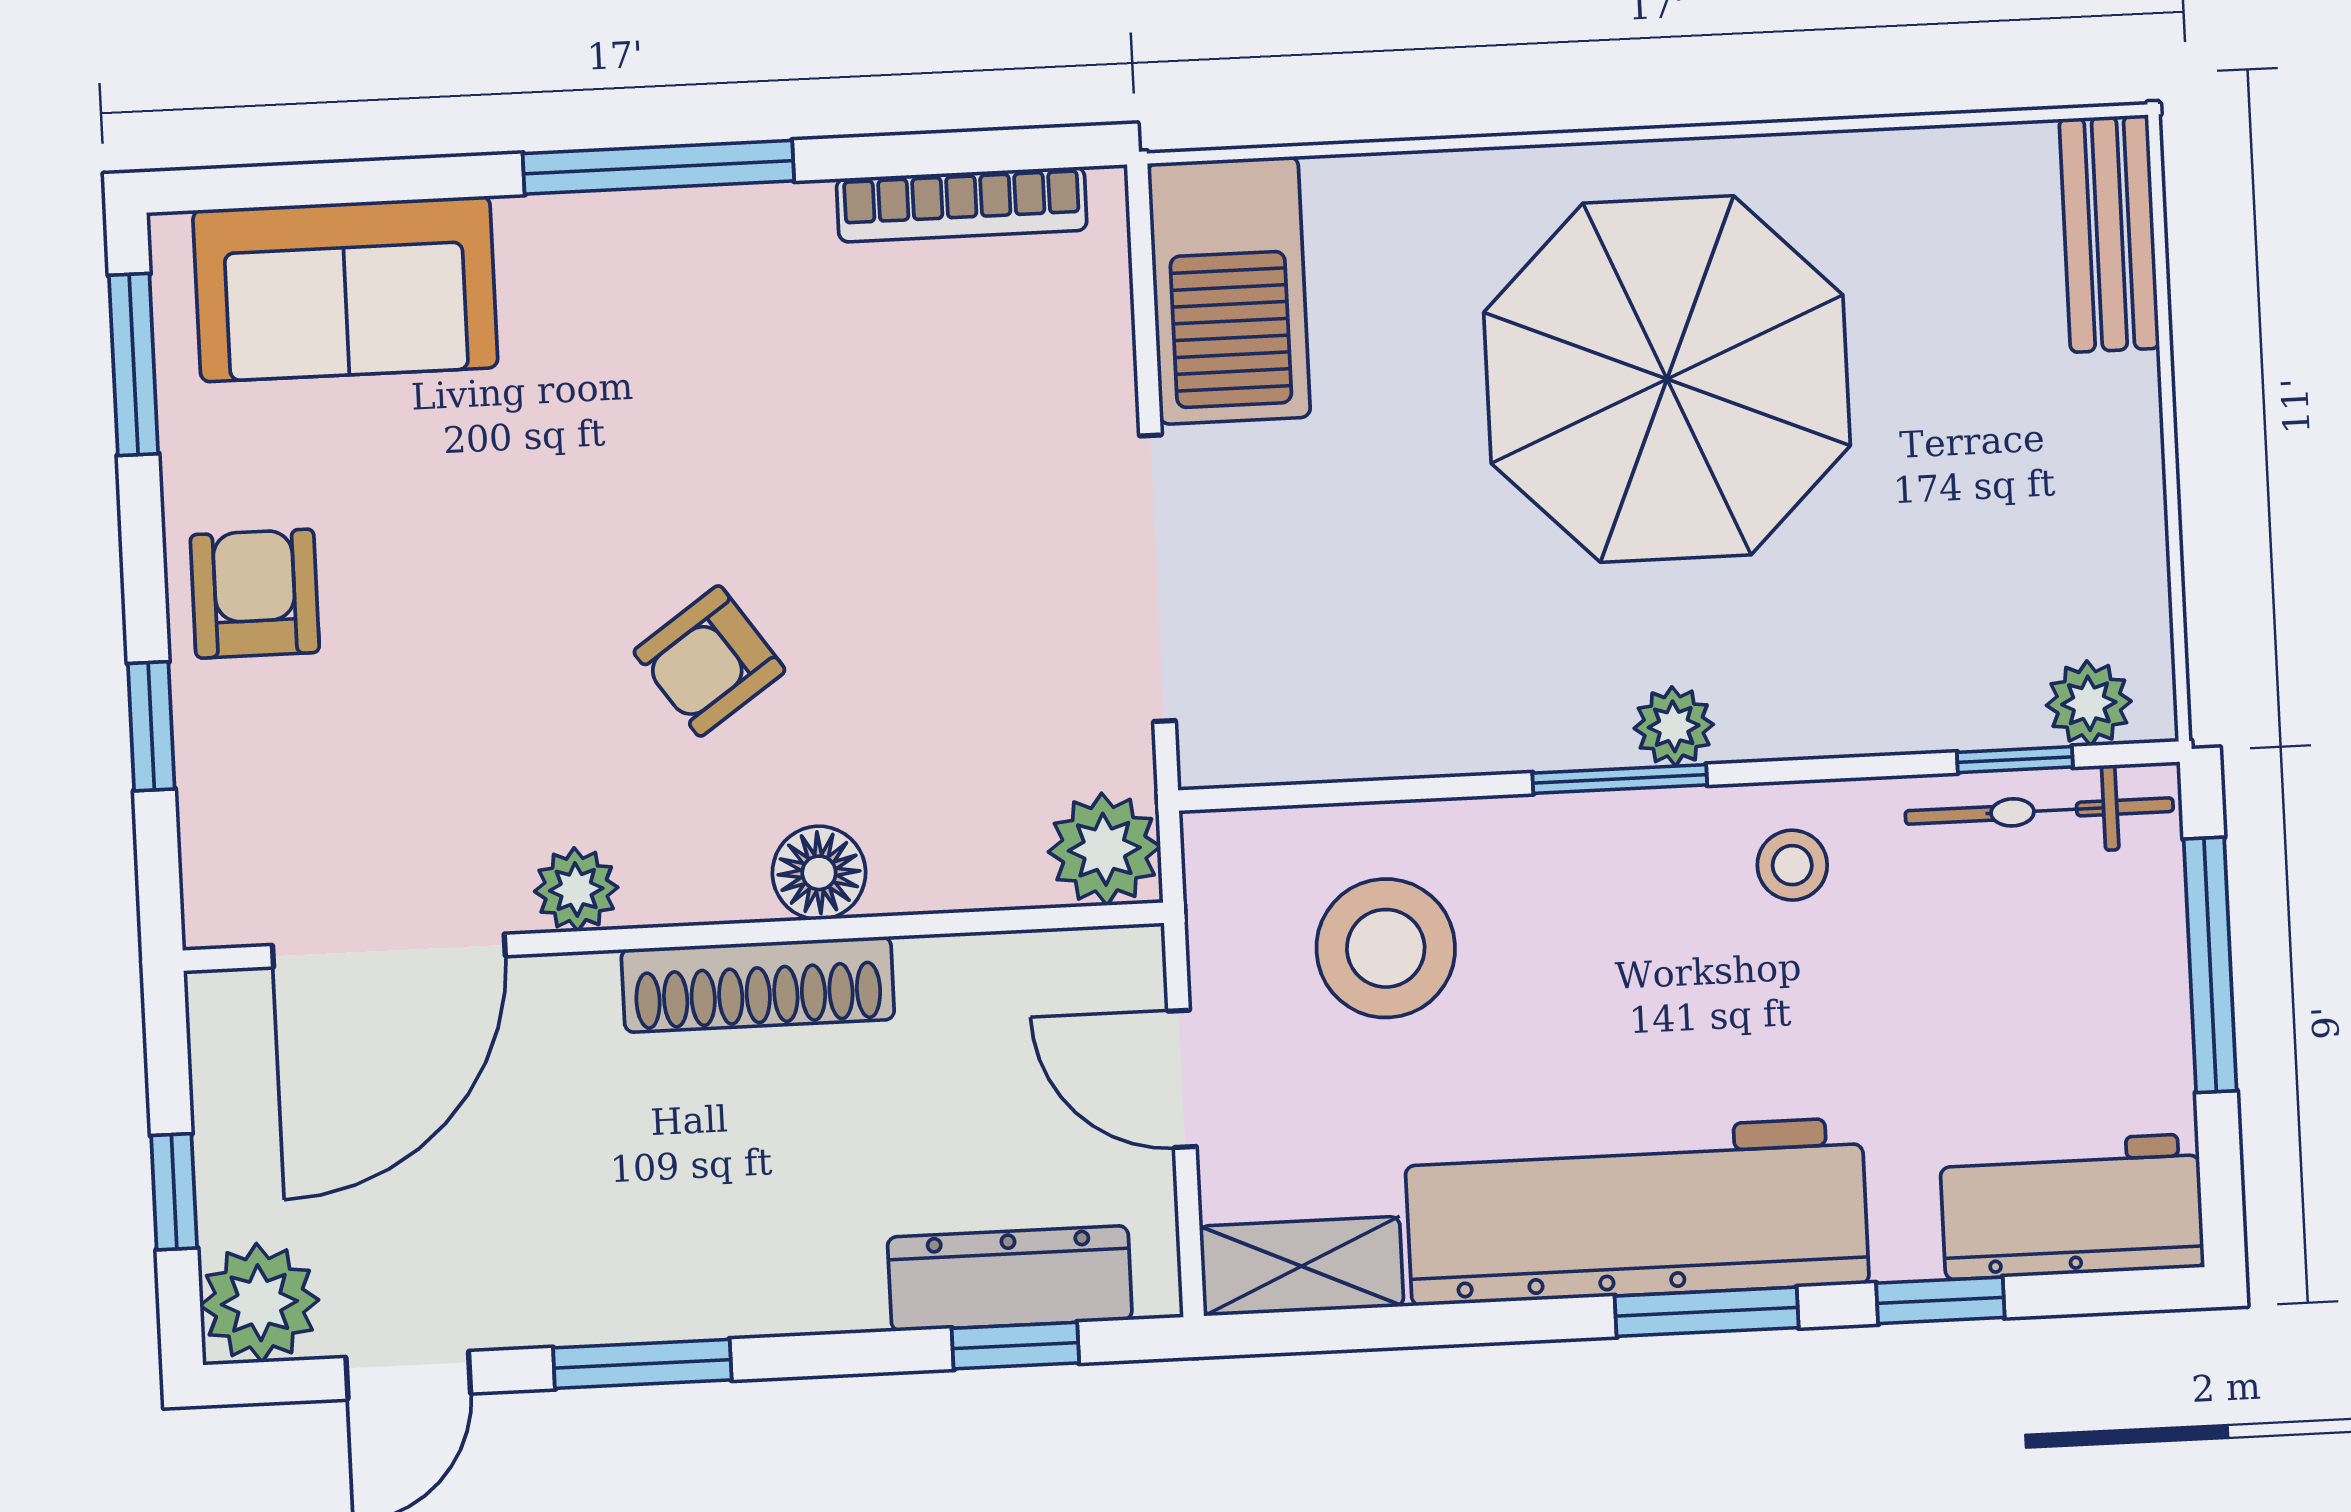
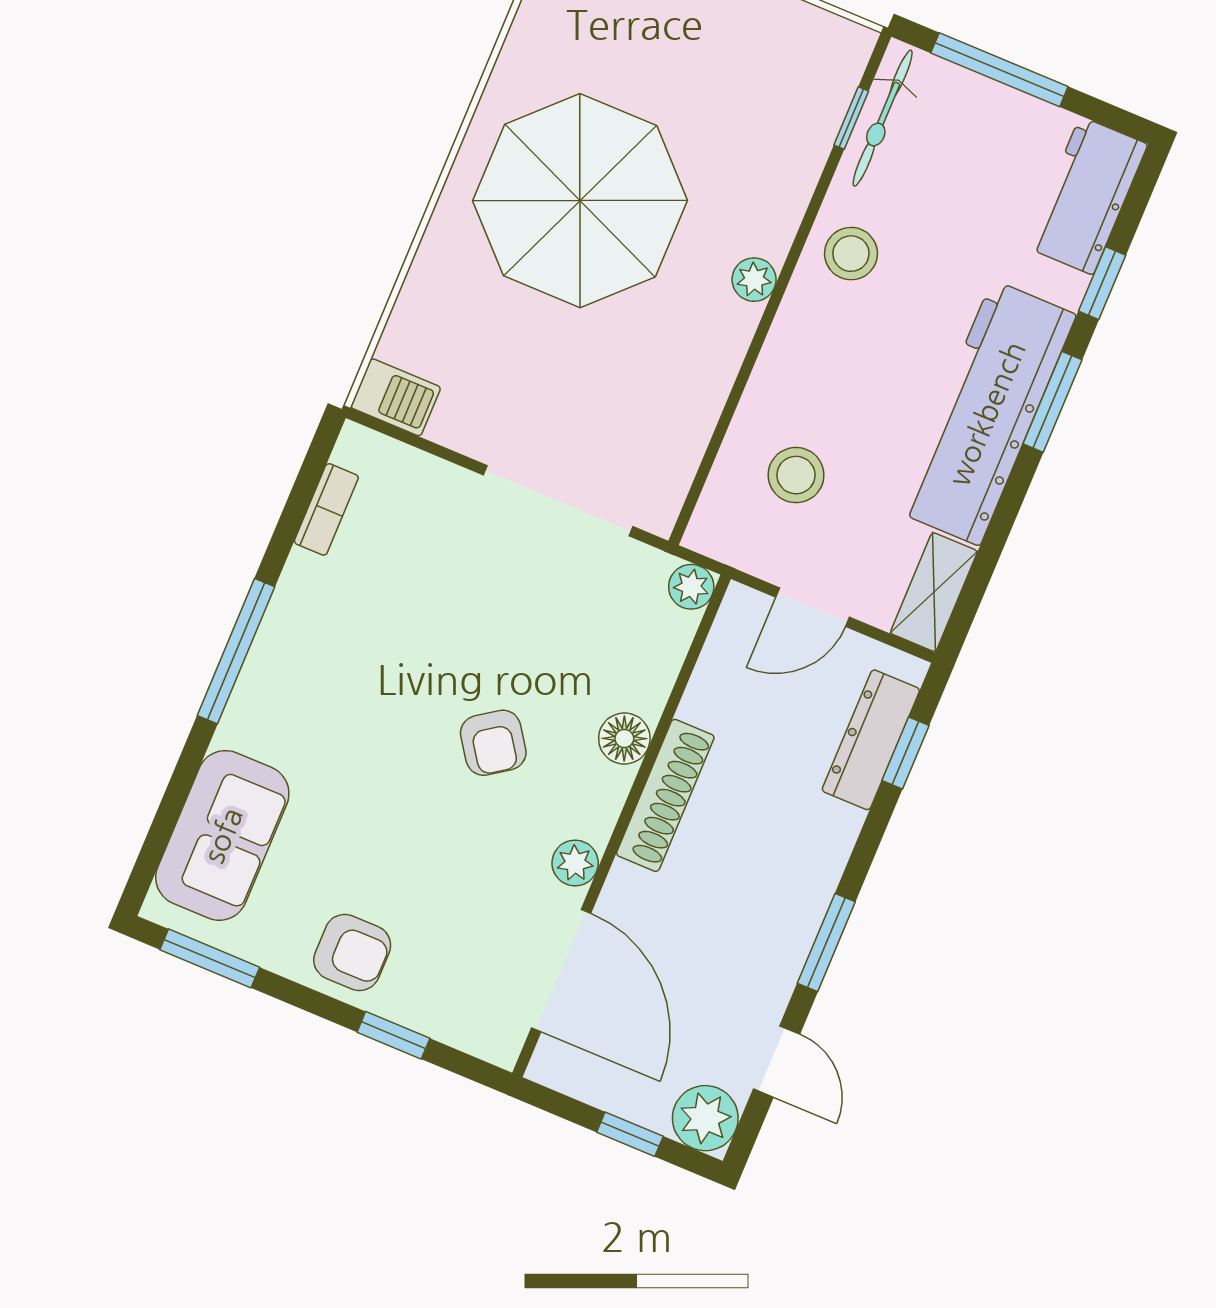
bookcase: (962, 204) -> (326, 509), width x0.64
barbecue: (1229, 290) -> (396, 397), width x0.53, depth x0.65
armchair: (255, 594) -> (352, 952), turned 180
plant: (2089, 703) -> (841, 68), removed
window: (1620, 779) -> (767, 319), removed
plant: (1104, 849) -> (691, 587), width x0.73, depth x0.73
stool: (1792, 865) -> (851, 254), width x1.37, depth x1.37
stool: (1386, 948) -> (796, 475), width x0.73, depth x0.73

